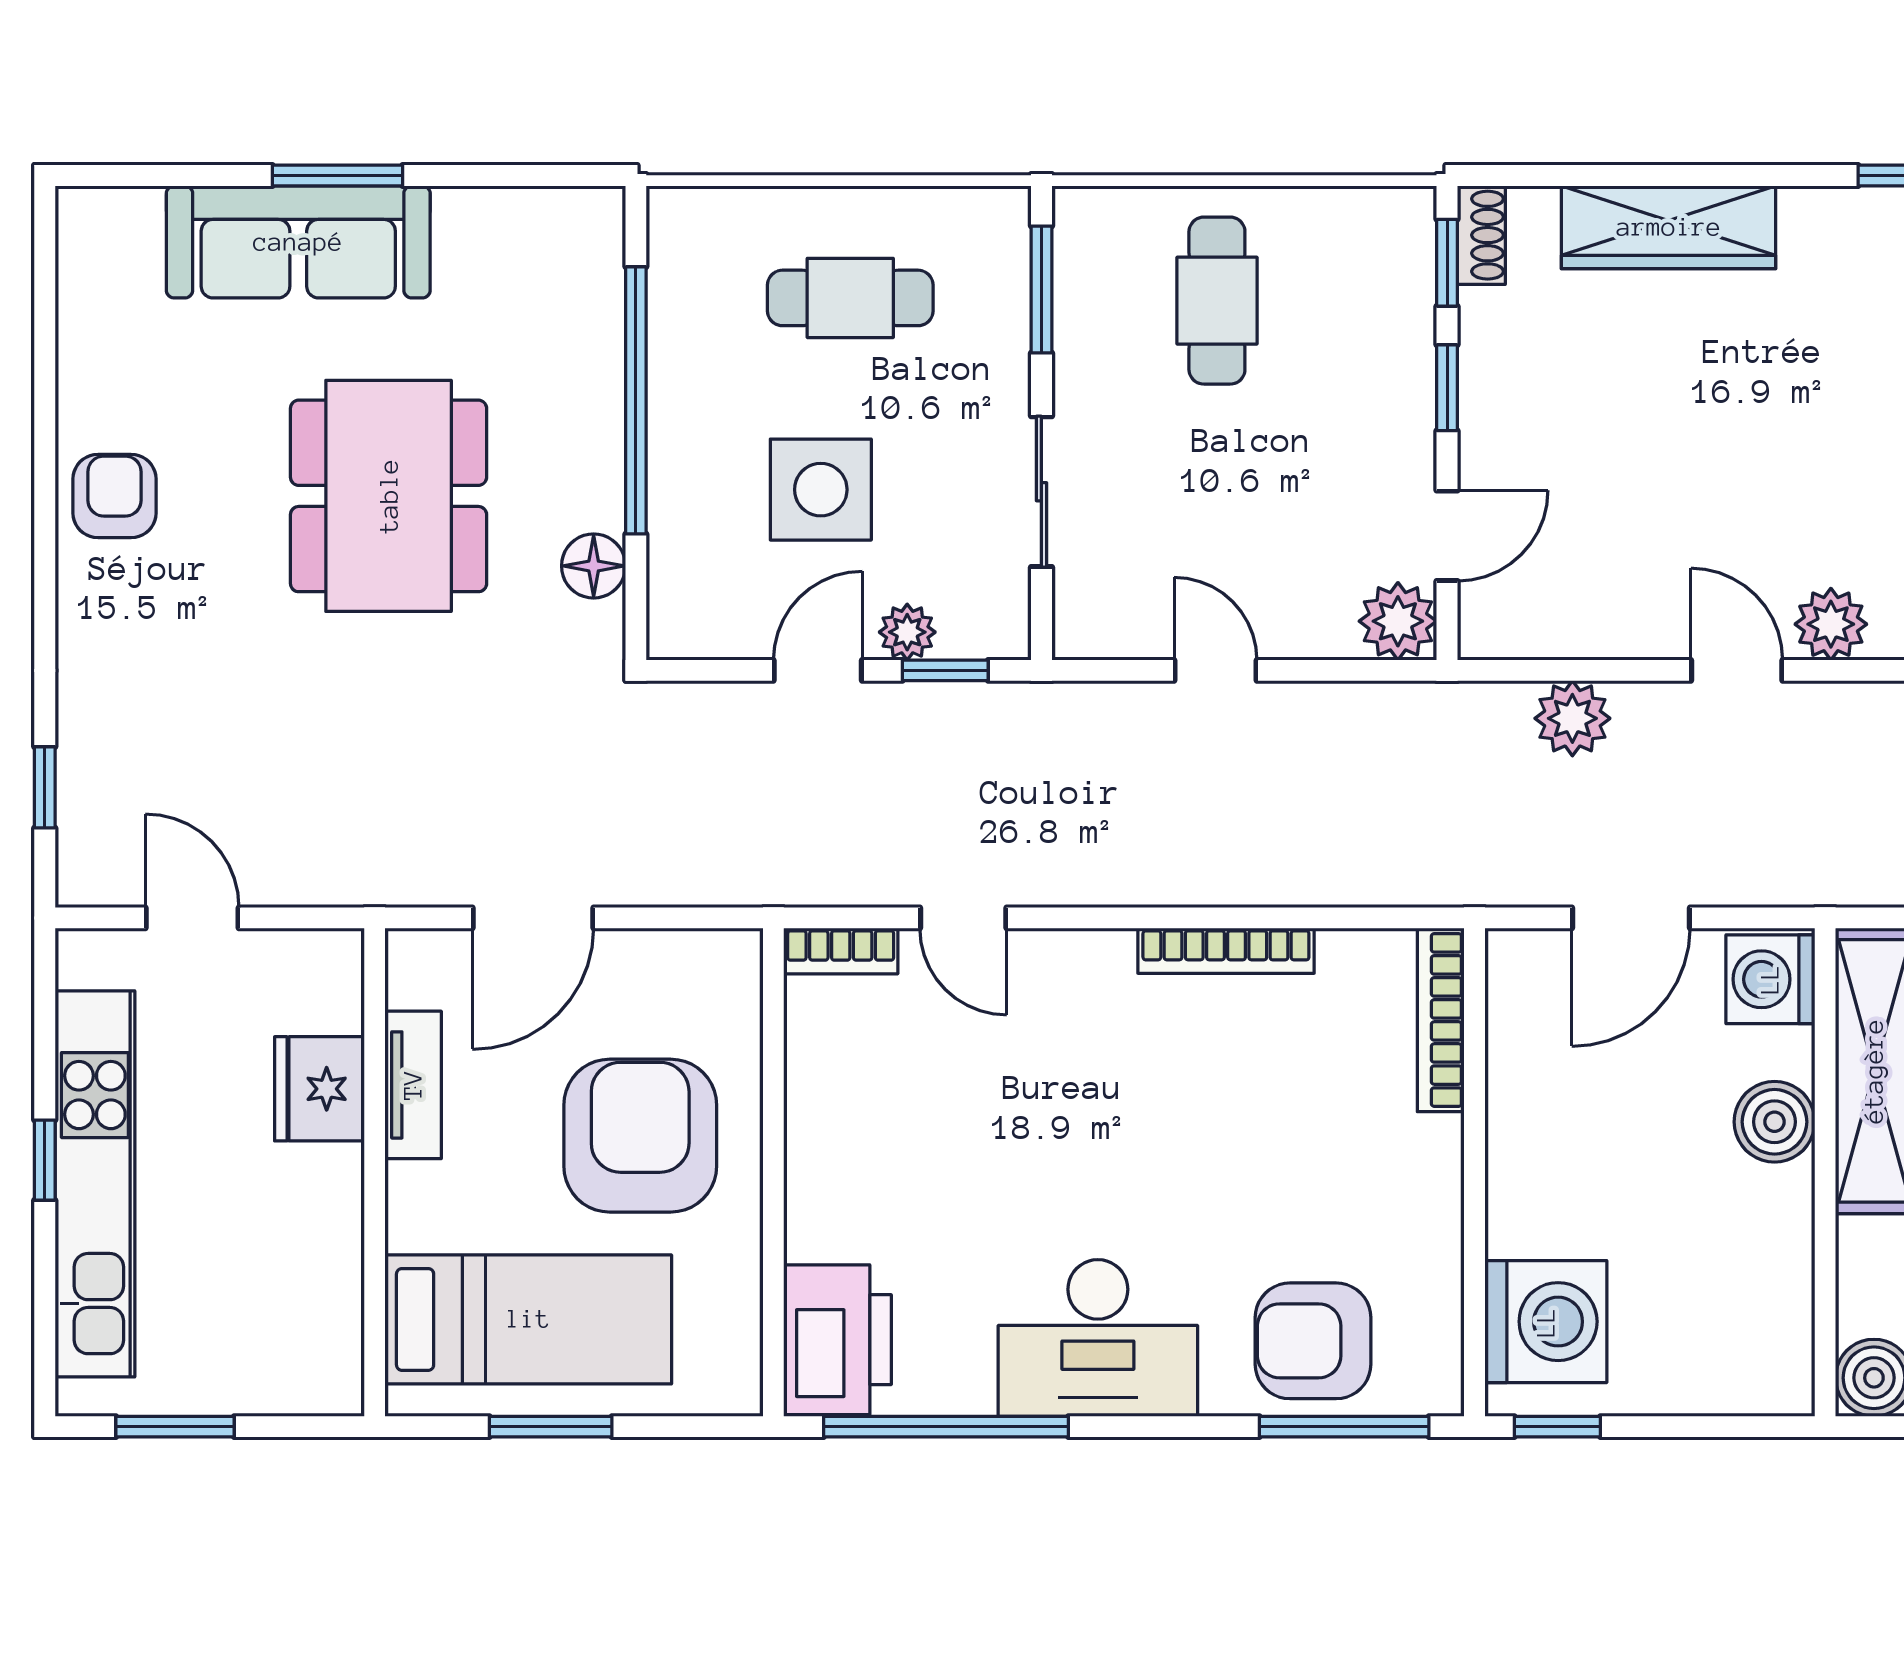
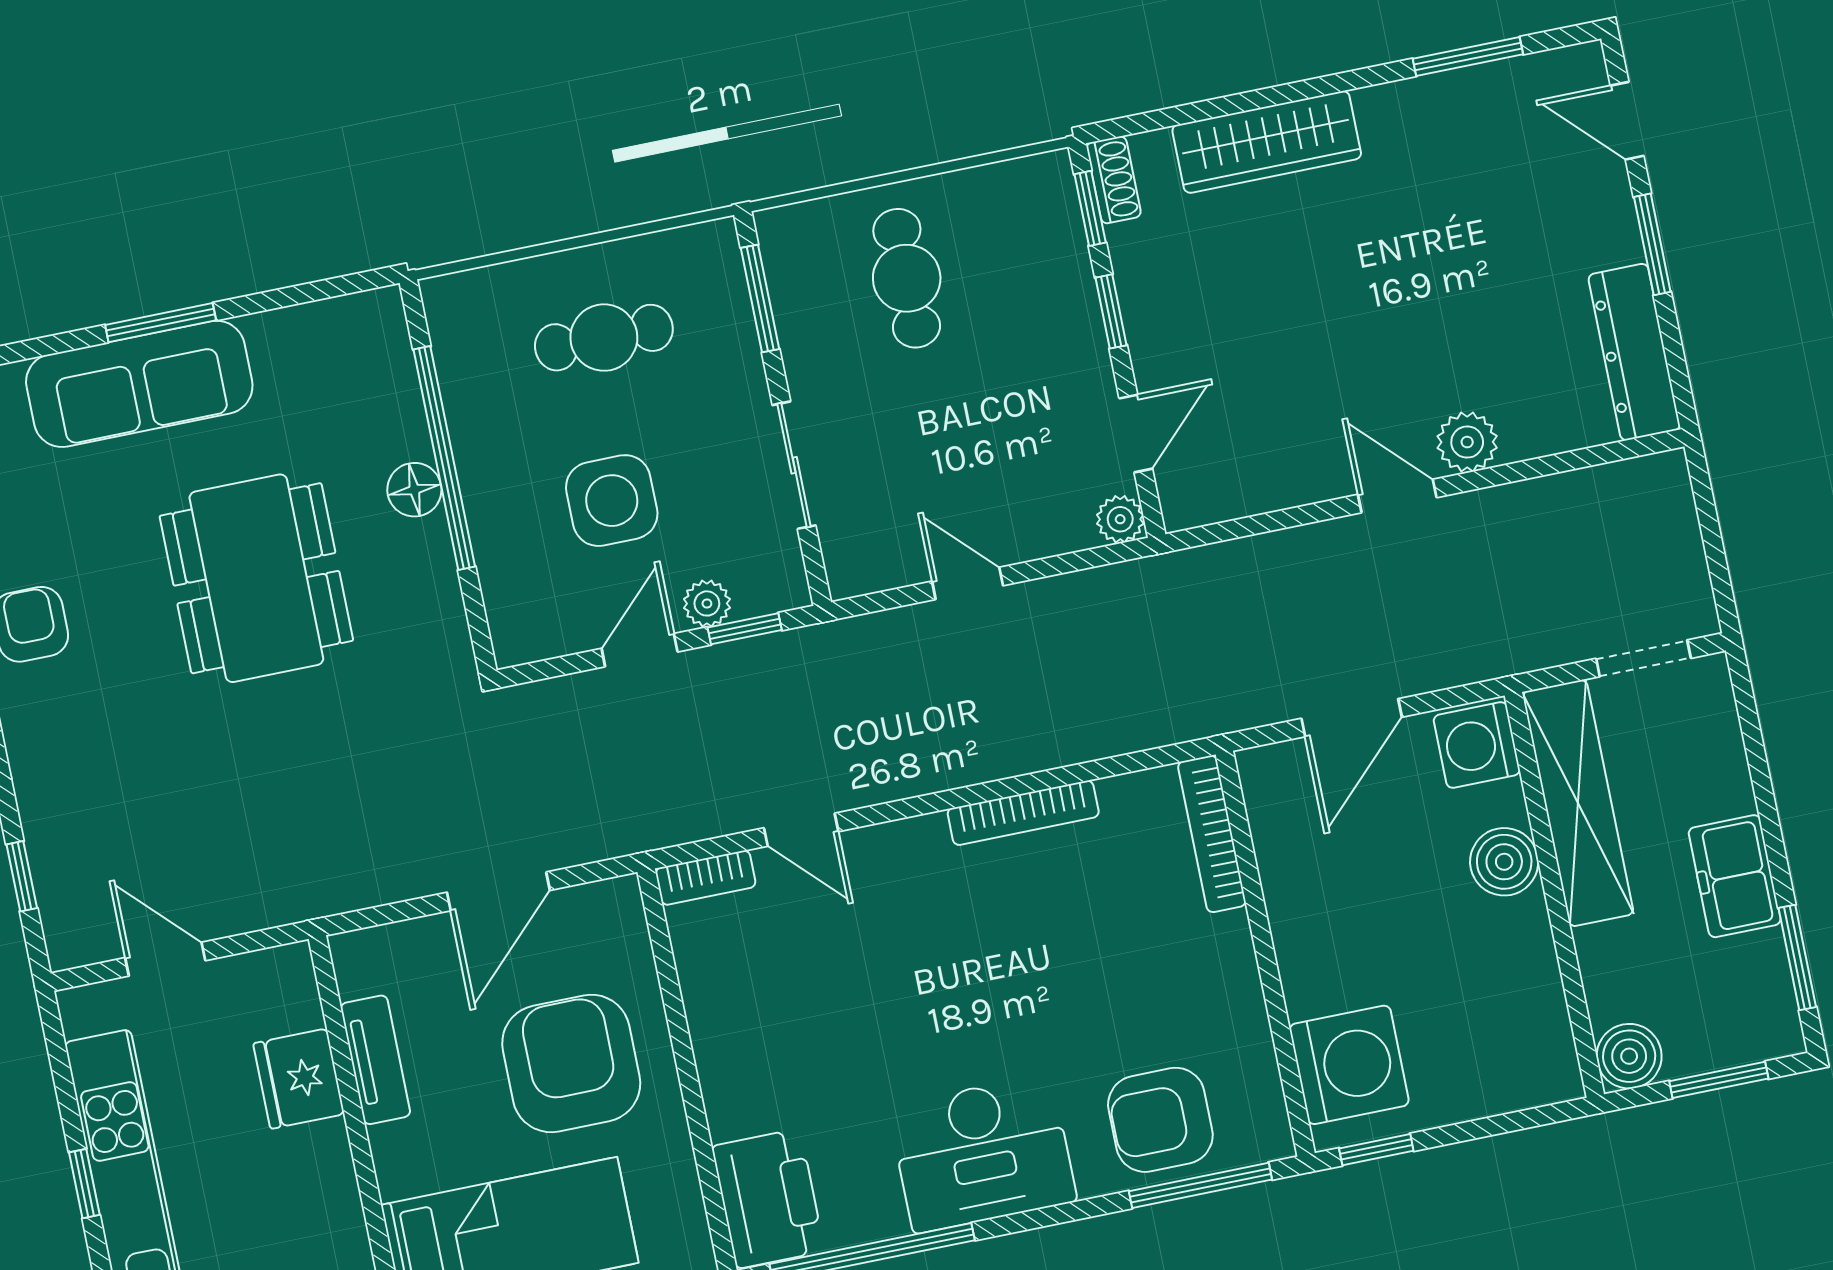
floor lamp: (594, 566) -> (414, 490), moved
plant: (1398, 621) -> (1120, 519), width x0.73, depth x0.73
plant: (1572, 718) -> (1270, 563), removed
door: (533, 918) -> (498, 891), moved

